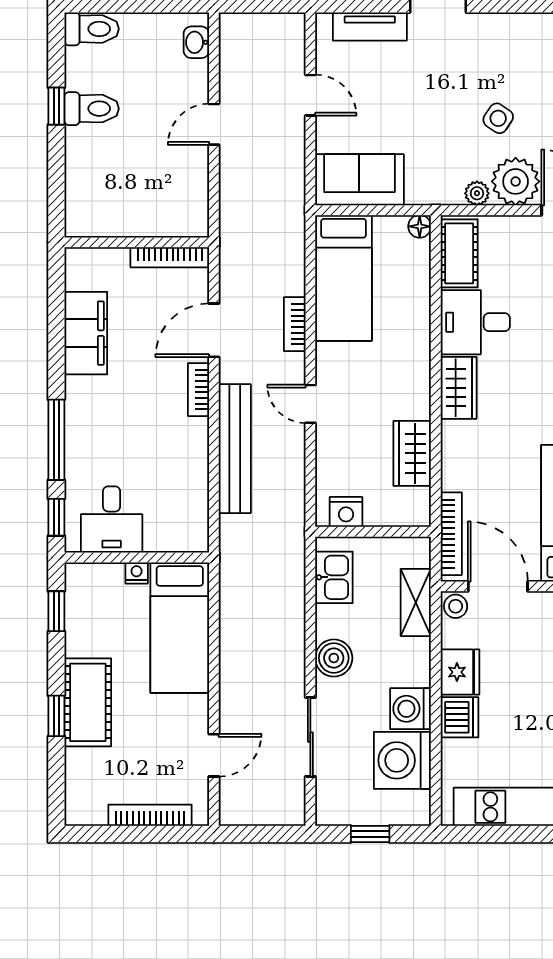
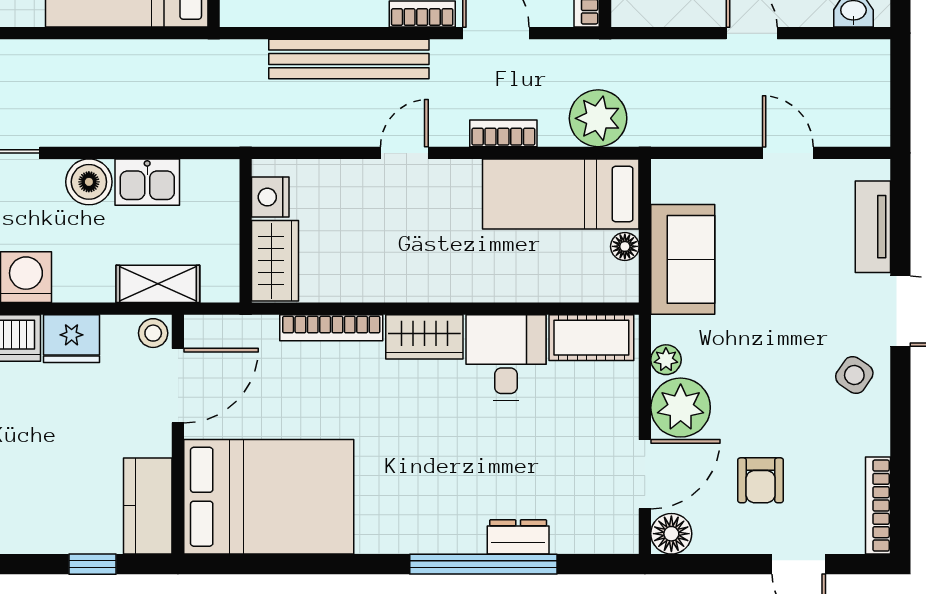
door: (310, 95) -> (788, 153), swing flipped
side table: (498, 118) -> (854, 375), moved
sofa: (359, 180) -> (683, 259), moved
floor lamp: (420, 226) -> (625, 246), moved
plant: (283, 248) -> (598, 118), added
wardrobe: (412, 453) -> (275, 261), moved, turned 90
bookcase: (451, 534) -> (331, 328), moved
kitchen sink: (334, 577) -> (147, 182), moved

